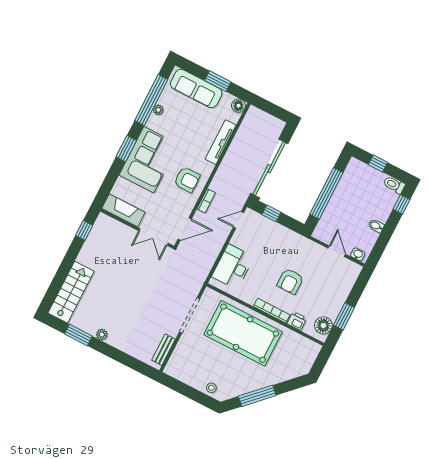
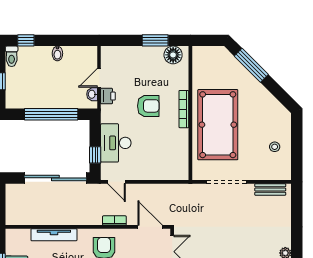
floor lamp: (238, 106) -> (12, 236), removed
washbasin: (358, 254) -> (92, 94), moved
desk: (233, 267) -> (116, 143), moved, turned 90
printer: (297, 321) -> (108, 96), moved, turned 180
stool: (211, 388) -> (275, 147), moved
window: (257, 396) -> (251, 65), moved

